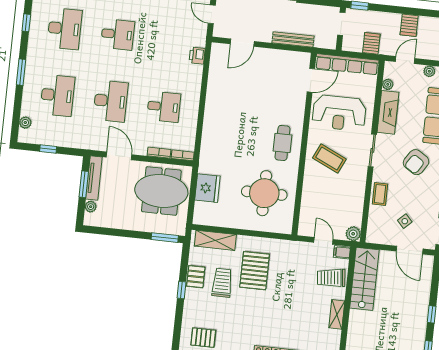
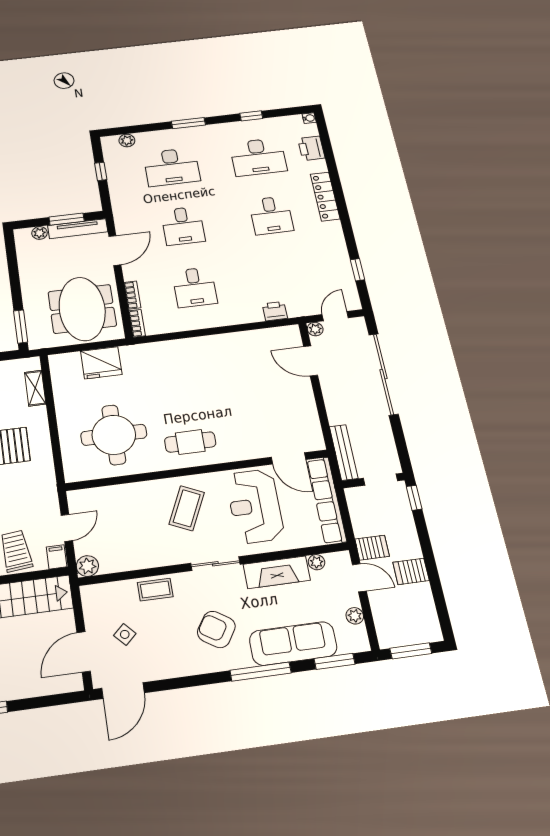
plant: (218, 32) -> (315, 329), added
bench: (293, 39) -> (344, 452), moved
server rack: (371, 43) -> (372, 548), moved
desk: (111, 101) -> (183, 226), width x0.73
shelving: (215, 240) -> (35, 388), width x0.67, depth x0.75

